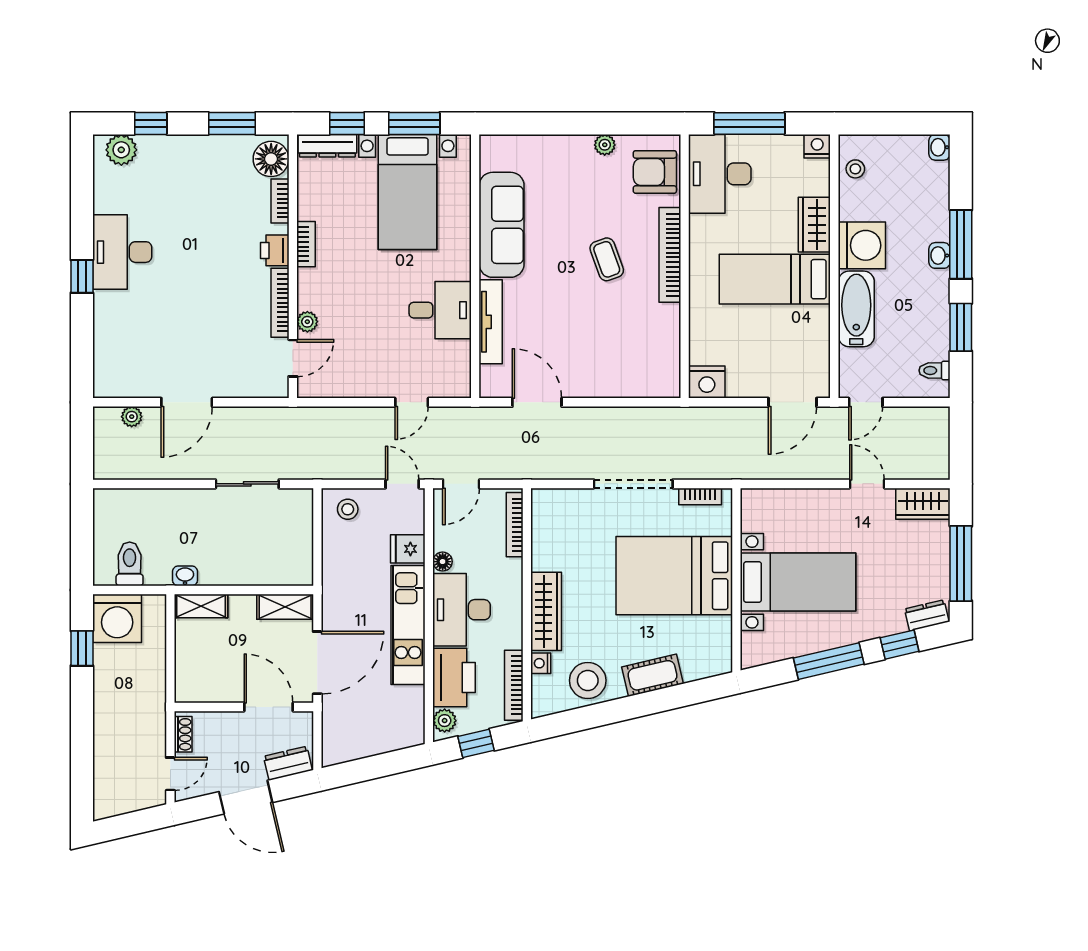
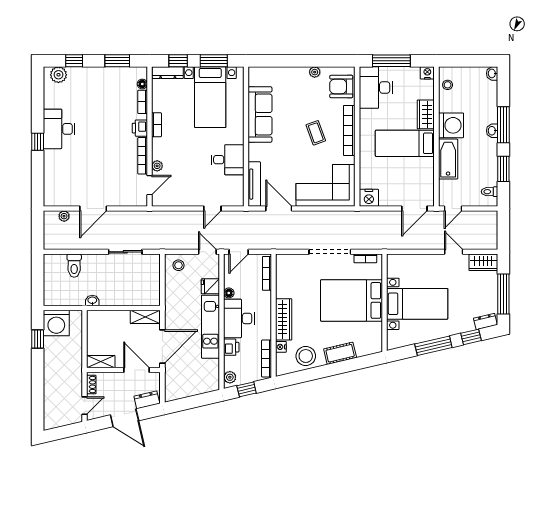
floor lamp: (271, 159) -> (142, 84), width x0.53, depth x0.53
tv unit: (491, 322) -> (254, 184), moved
corner sofa: (625, 359) -> (325, 185), added
toilet: (130, 564) -> (74, 266), moved, turned 180
shelving: (201, 606) -> (101, 362), moved
printer: (454, 678) -> (231, 347), width x0.53, depth x0.68

